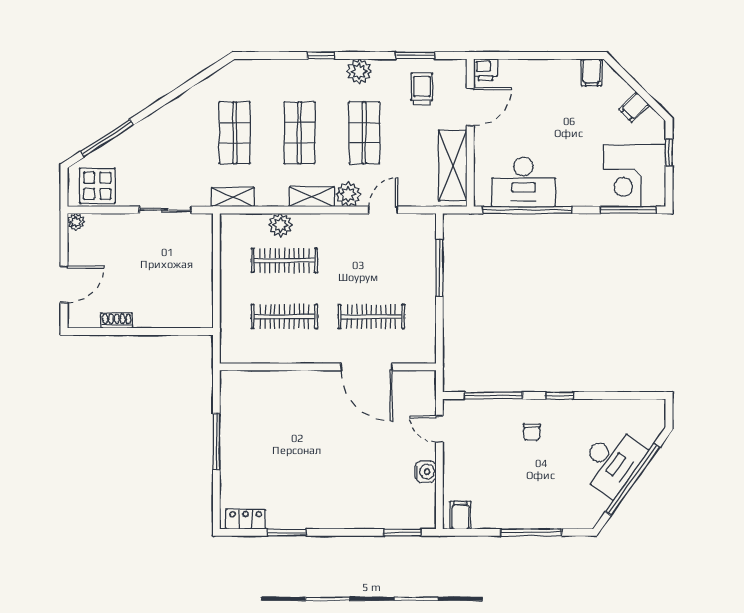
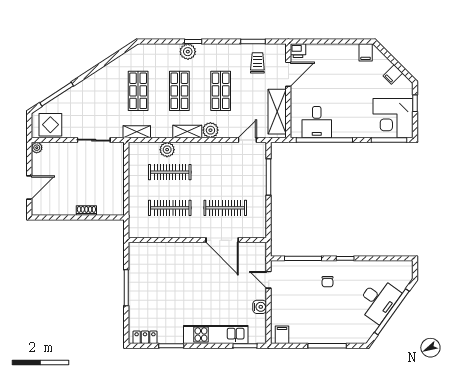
plant: (359, 71) -> (188, 52), moved
desk: (524, 182) -> (317, 122), width x0.73
door: (383, 210) -> (247, 140), moved
shoe rack: (117, 321) -> (86, 211), moved
kitchen unit: (357, 515) -> (216, 335), added

